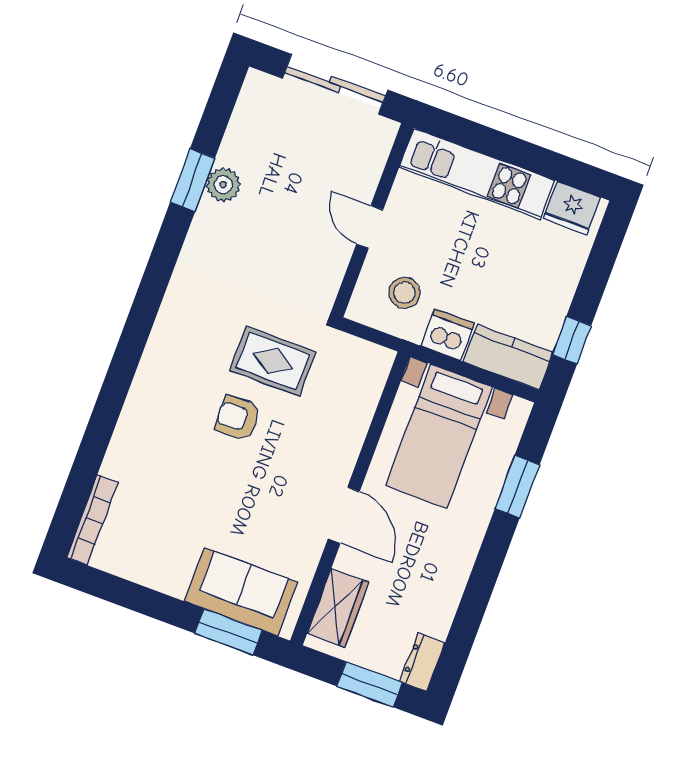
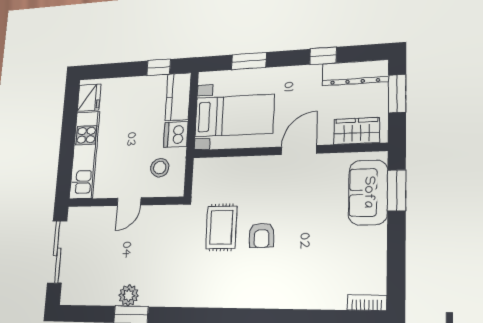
bookcase: (92, 520) -> (367, 303), width x0.64
window: (475, 600) -> (323, 56), added
dresser: (422, 662) -> (355, 73), width x1.96, depth x1.24

